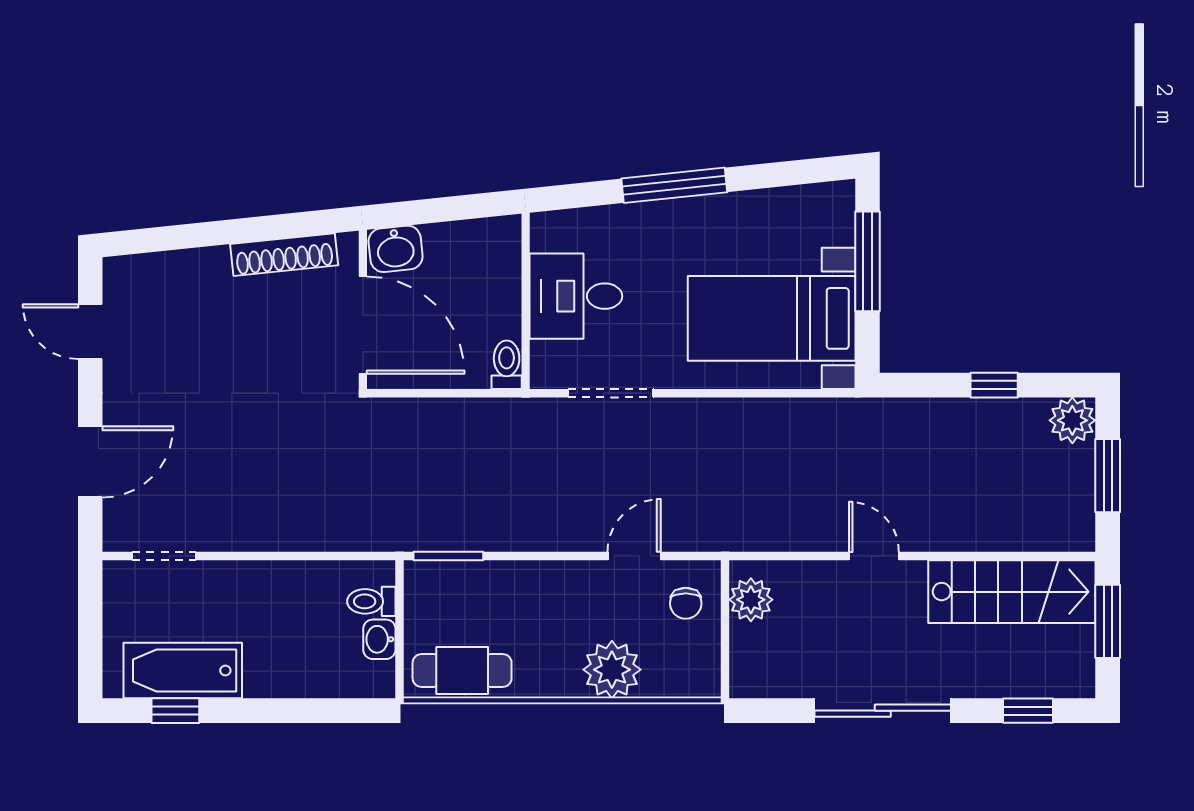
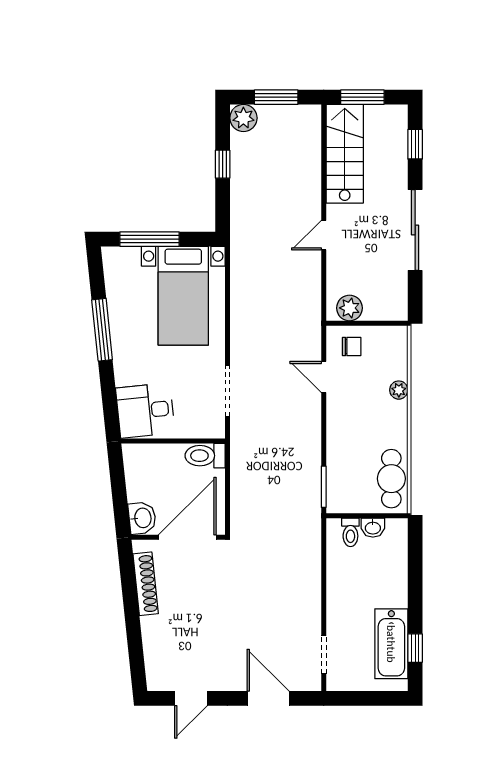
window: (674, 185) -> (102, 330), moved
desk: (576, 296) -> (145, 410), moved, turned 84
toilet: (507, 365) -> (205, 456), width x1.37, depth x1.39
plant: (612, 670) -> (399, 390), width x0.53, depth x0.53

